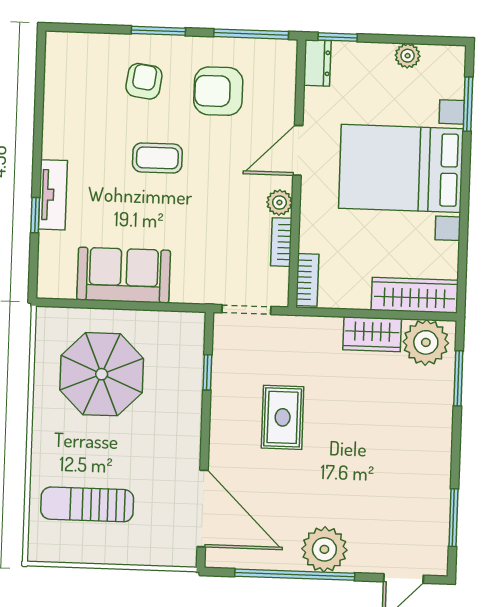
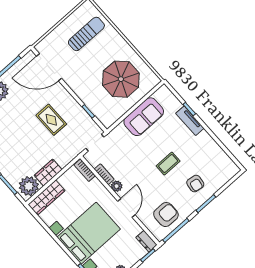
armchair: (218, 91) -> (166, 215), moved

